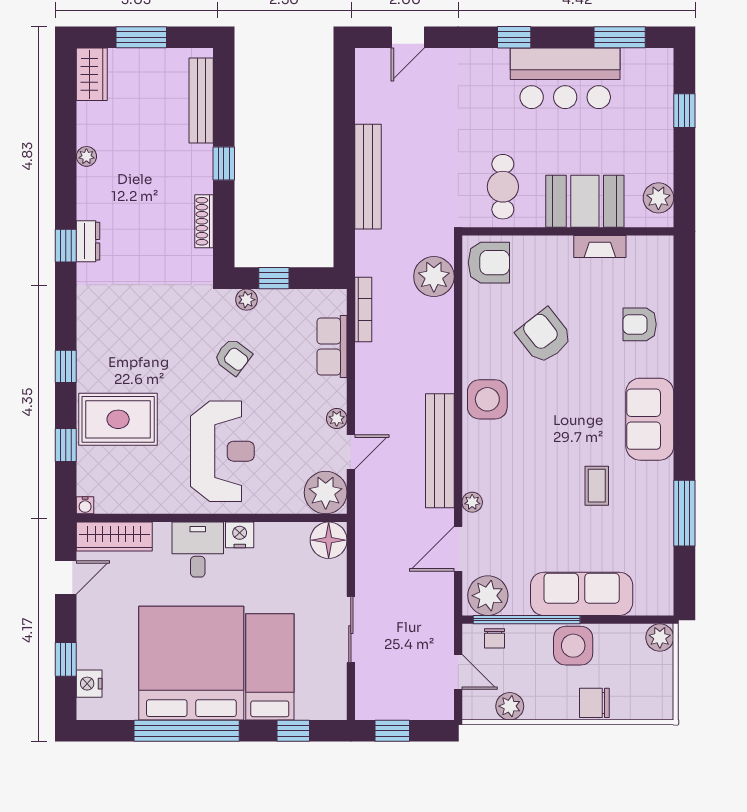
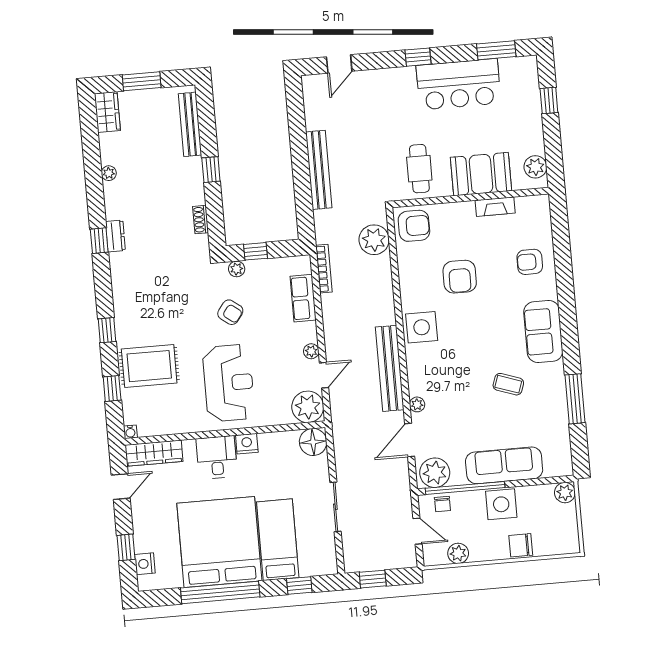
shoe rack: (204, 221) -> (201, 220), width x0.70
armchair: (544, 336) -> (460, 277), turned -142
coffee table: (597, 486) -> (508, 384), turned -71

